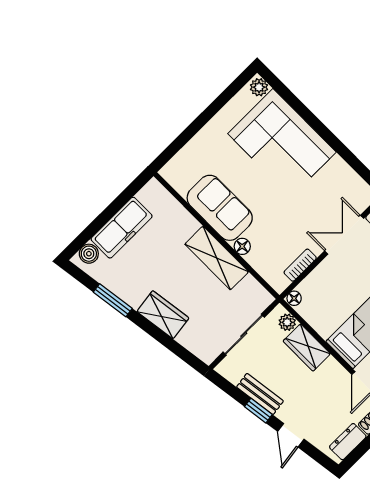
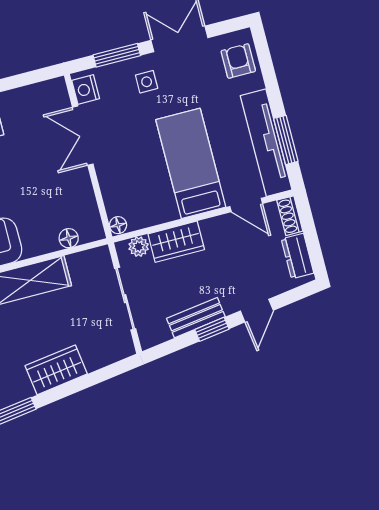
floor lamp: (242, 246) -> (69, 238), moved
bookcase: (300, 265) -> (88, 199), removed
door: (291, 435) -> (257, 311), hinge flipped

